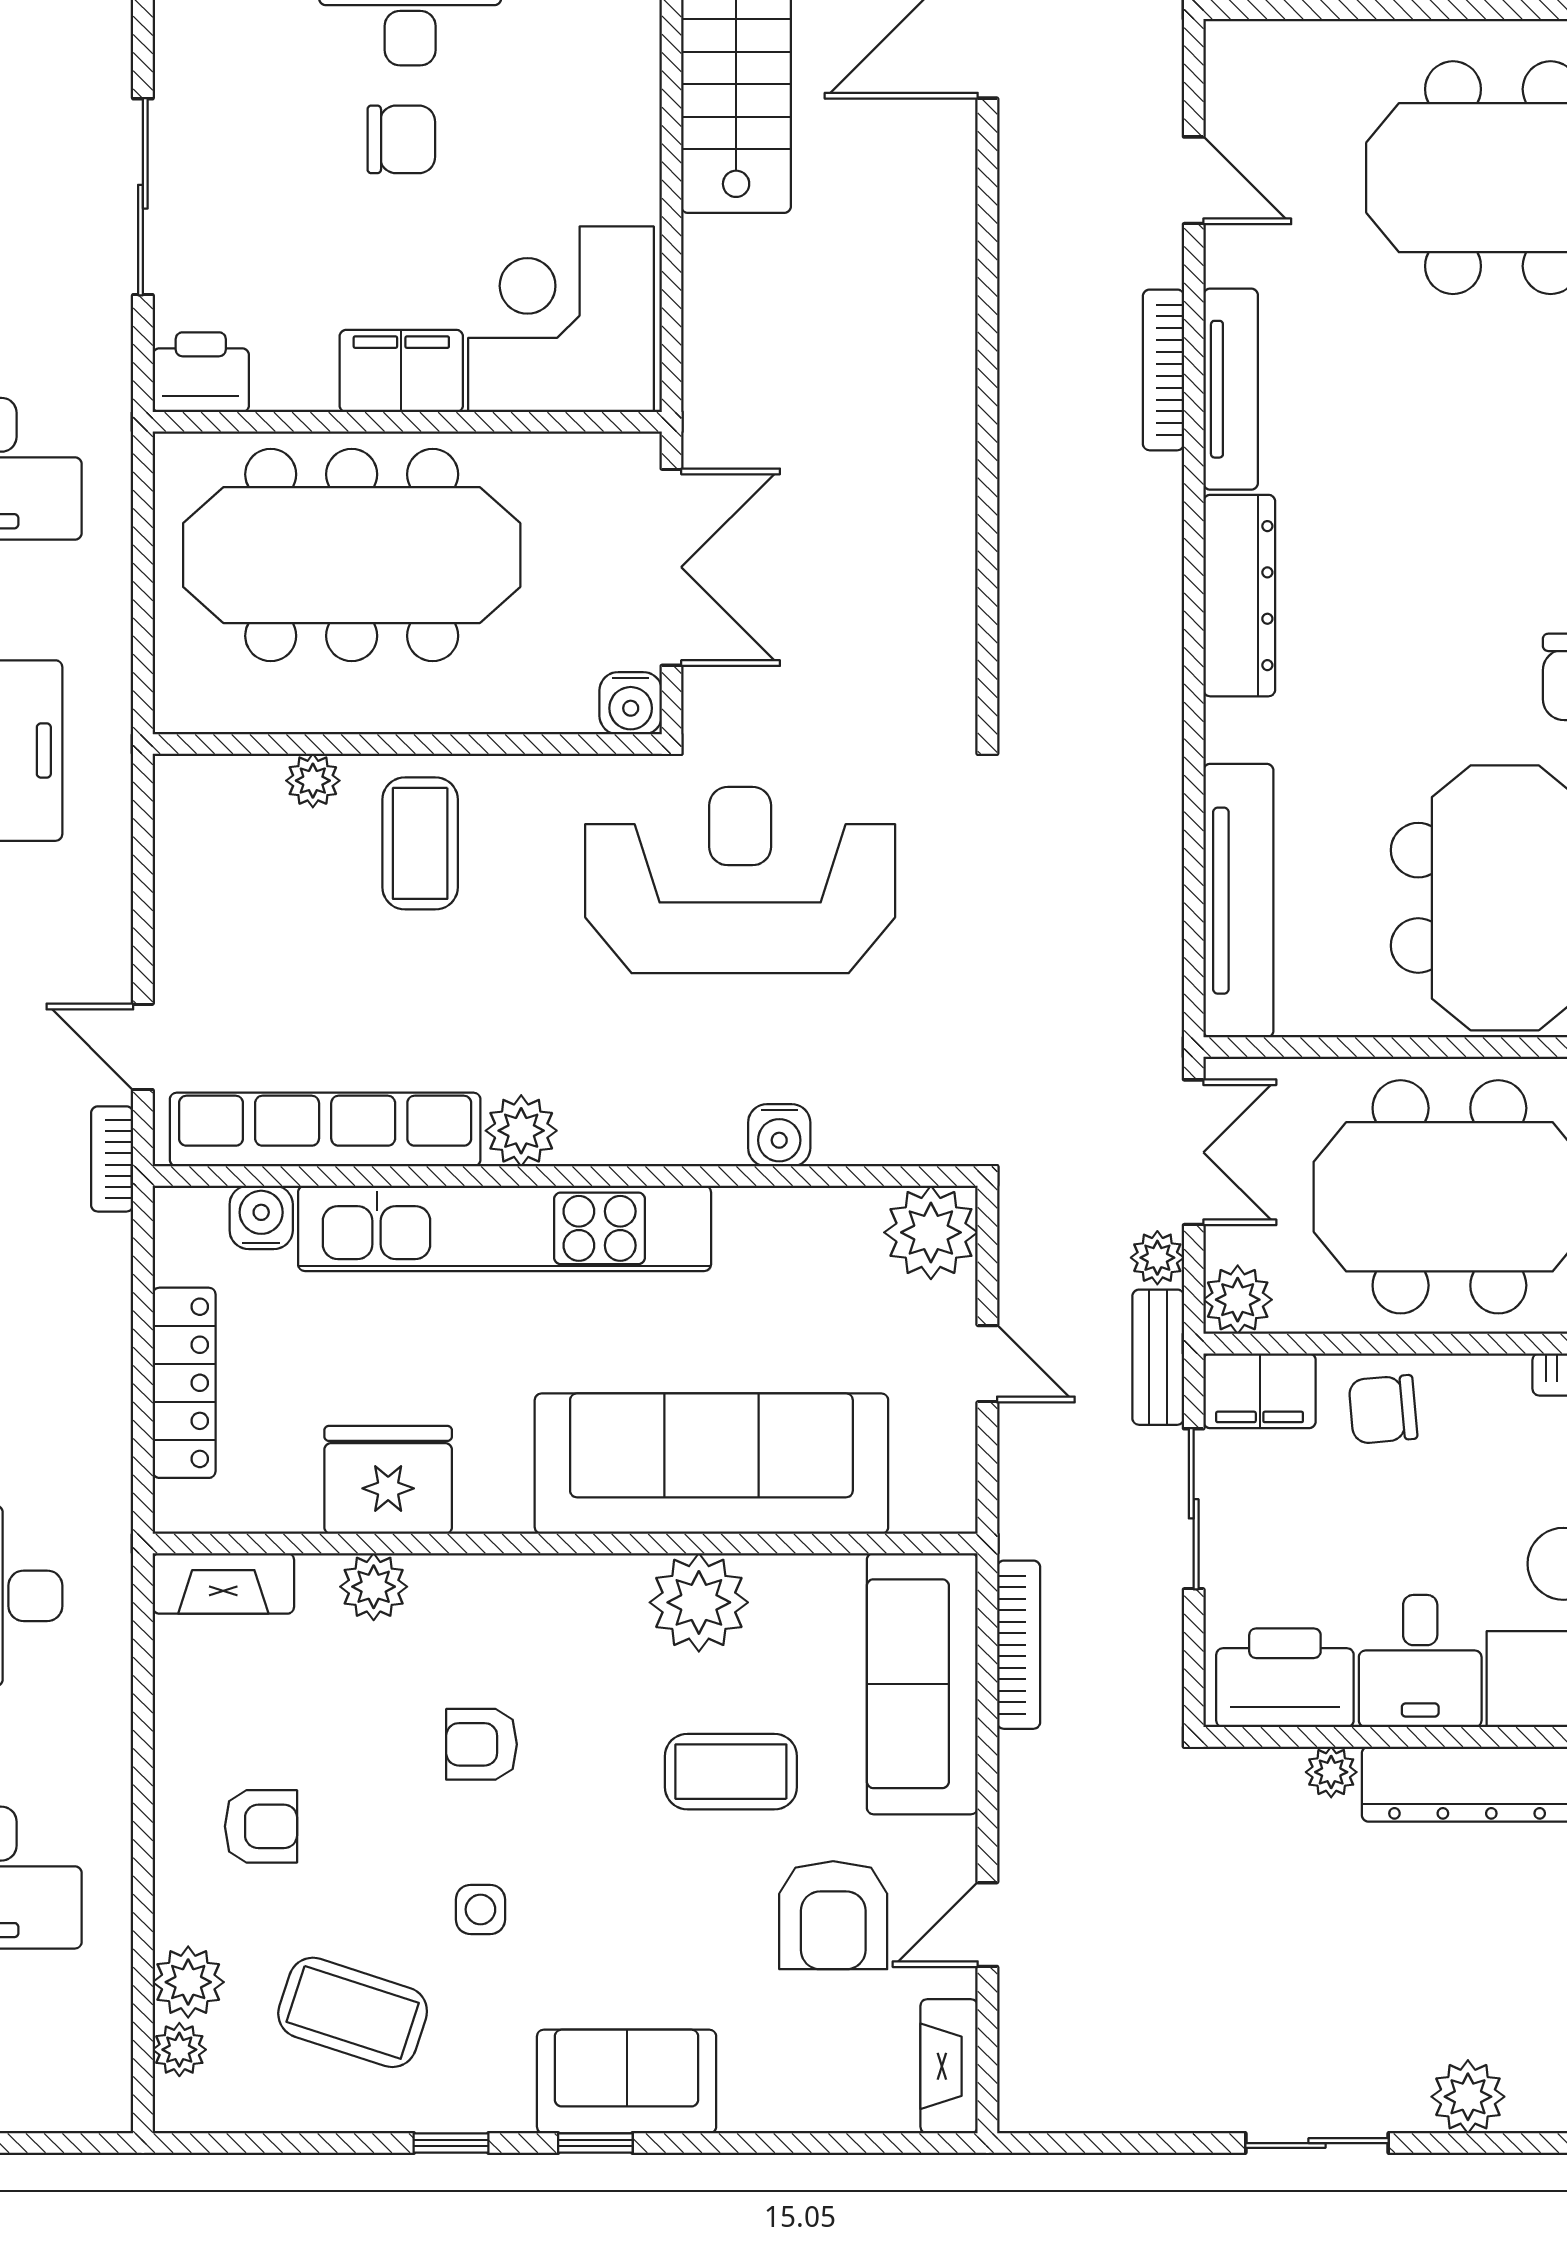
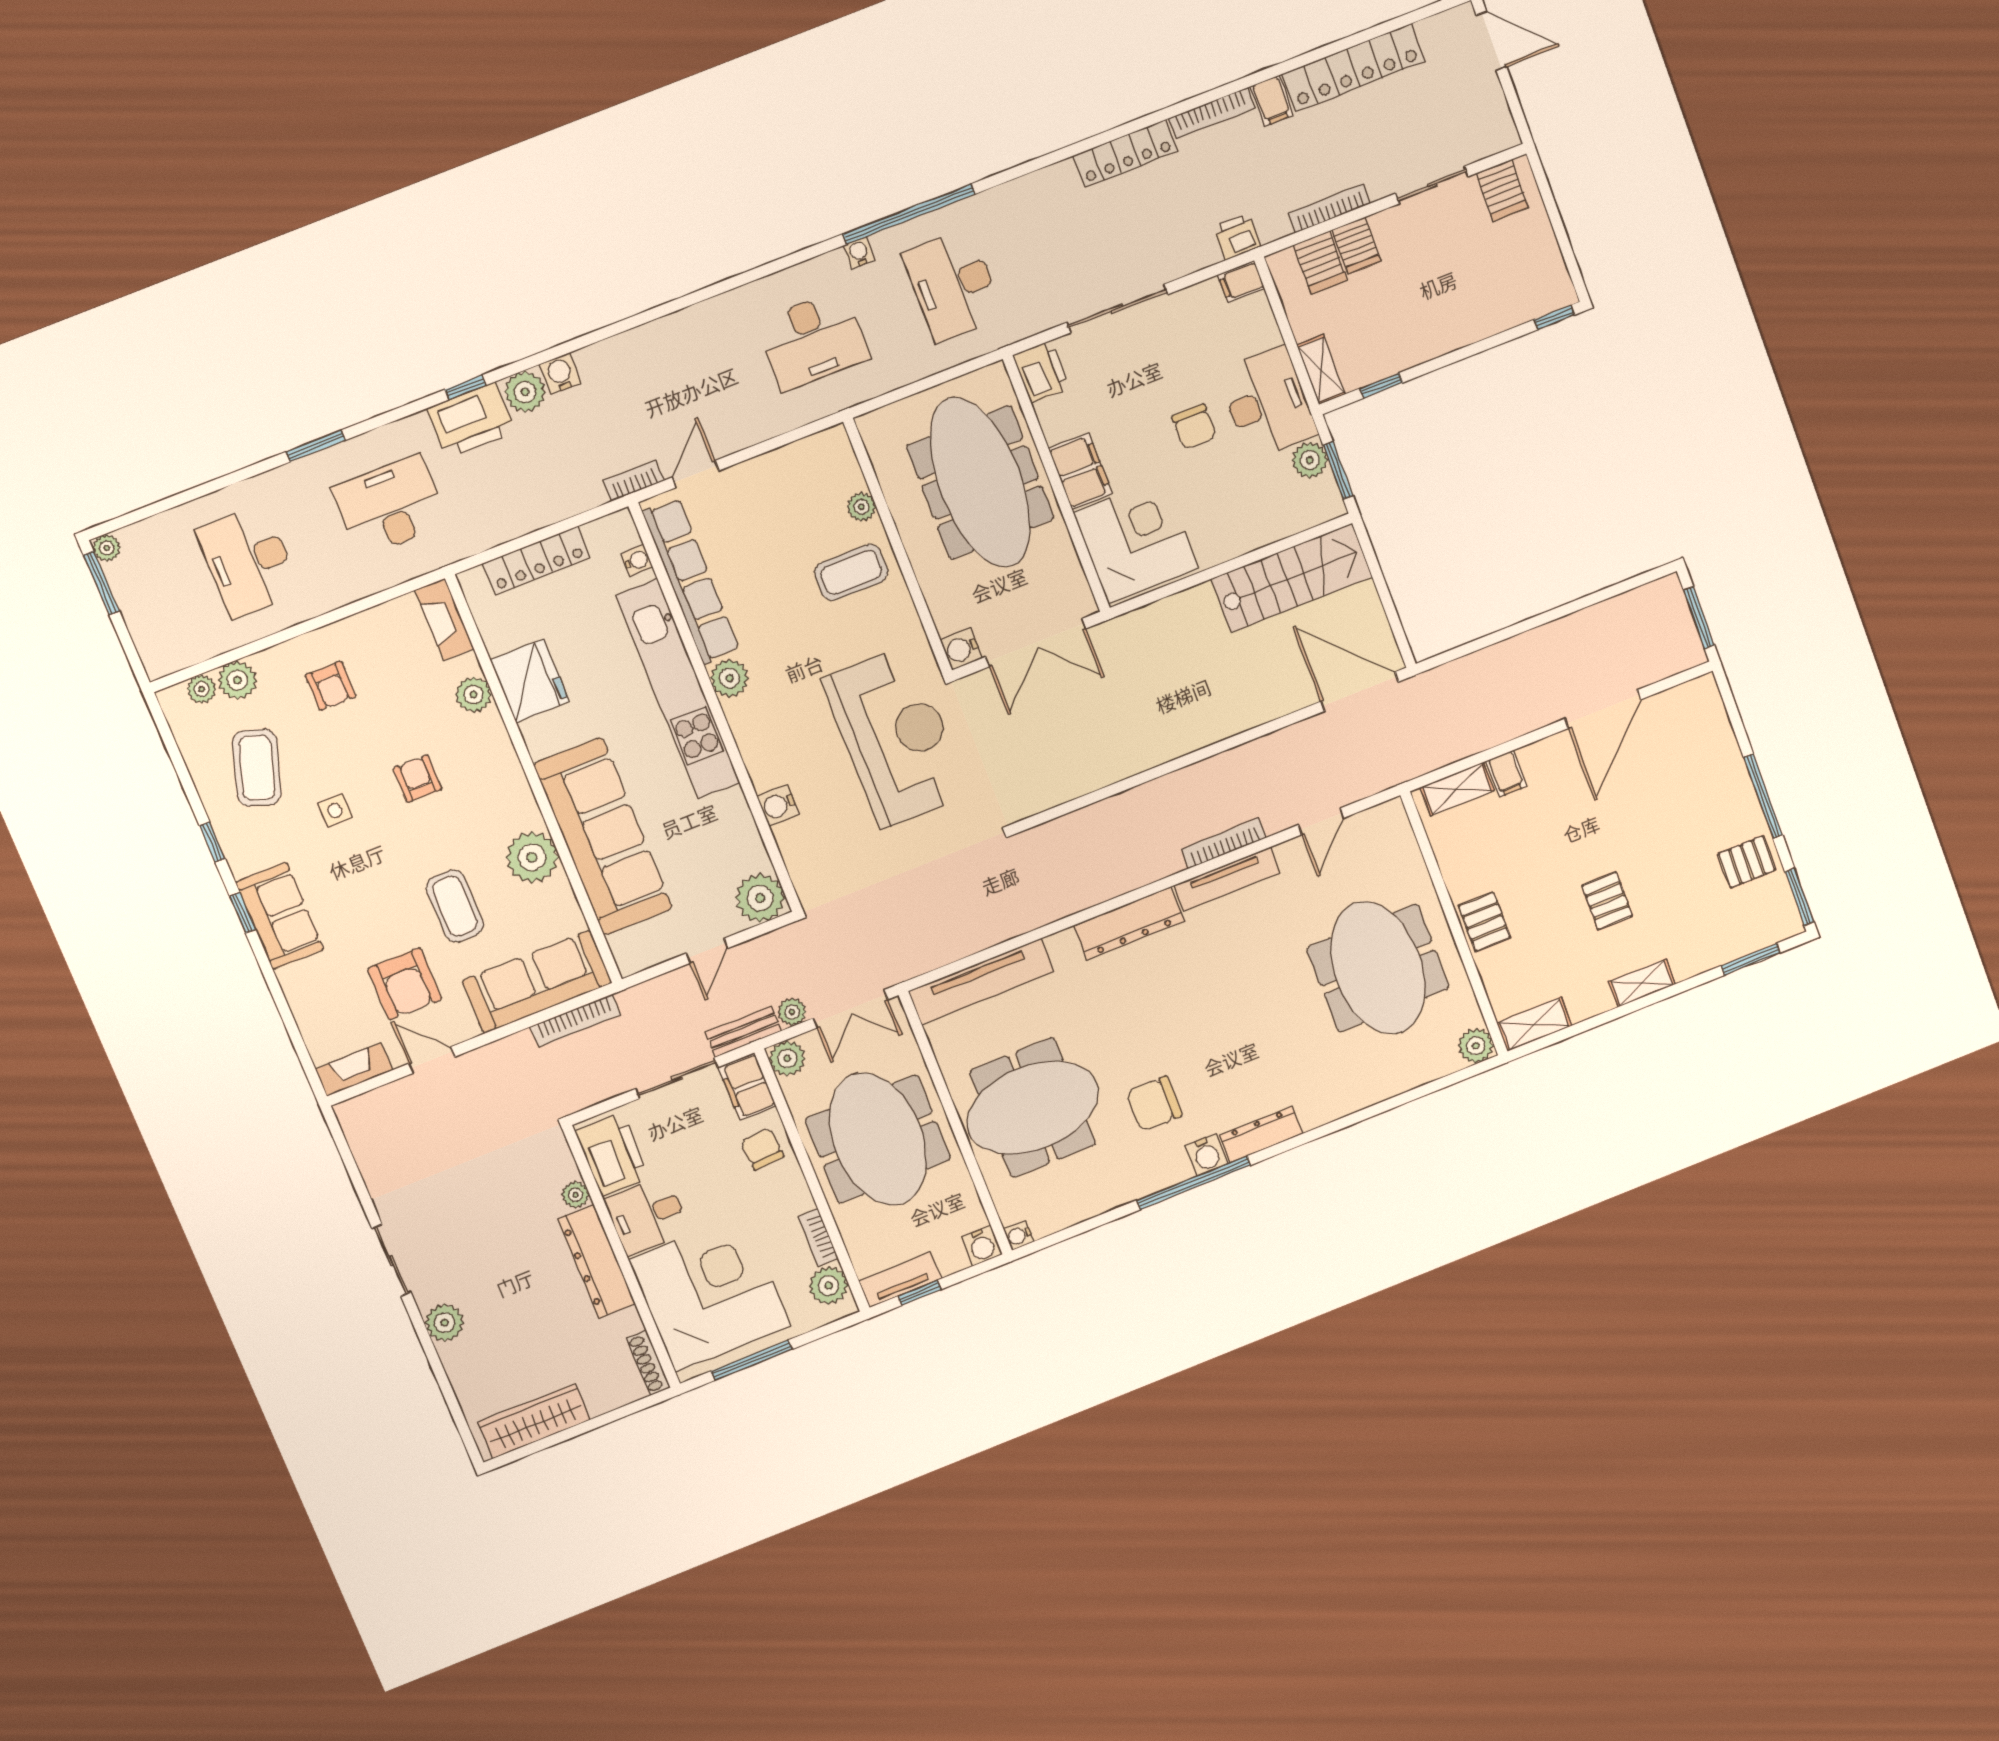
water cooler: (261, 1217) -> (637, 560), width x0.72, depth x0.72
armchair: (833, 1915) -> (405, 984), turned -90

